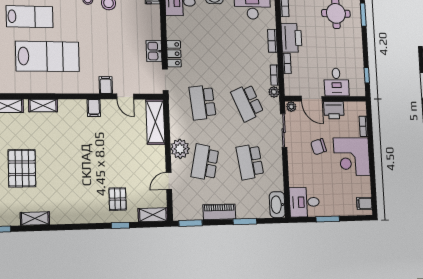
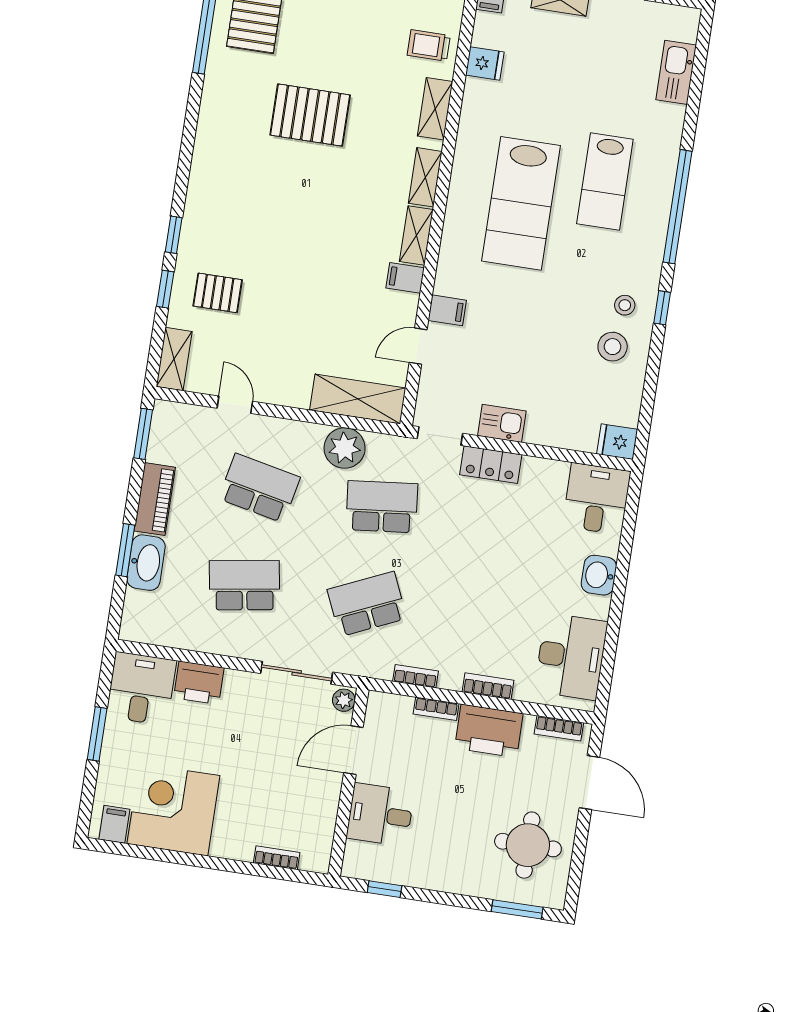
plant: (274, 92) -> (380, 668), removed
printer: (334, 110) -> (199, 683), moved, turned -90
chair: (319, 147) -> (250, 745), removed
plant: (180, 149) -> (345, 448), moved
corner desk: (352, 157) -> (173, 810), moved
washbasin: (277, 205) -> (146, 563), moved, turned 90
shelving: (35, 218) -> (416, 236), moved
window: (93, 226) -> (174, 235), added

